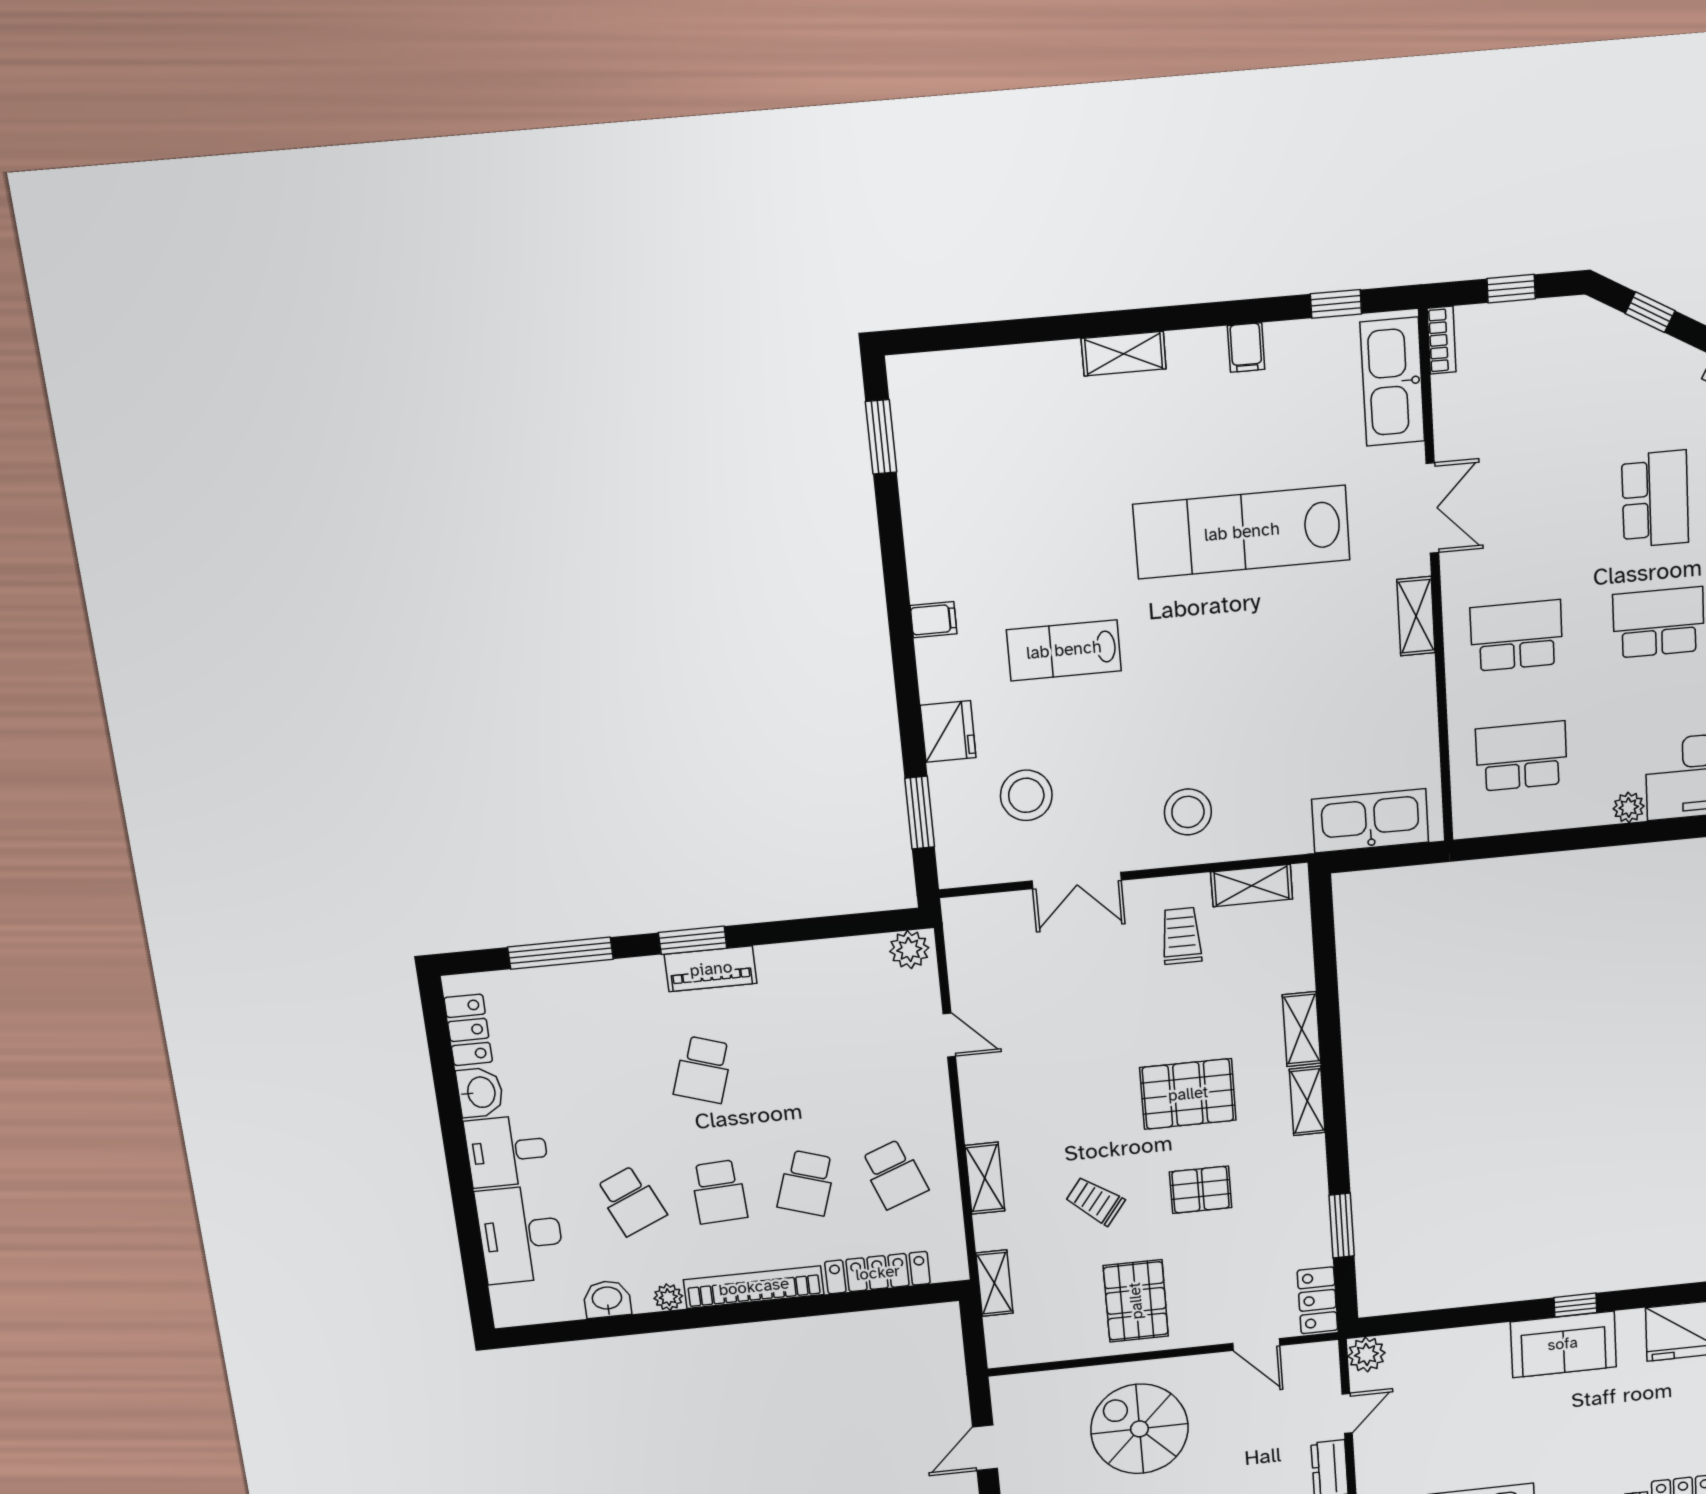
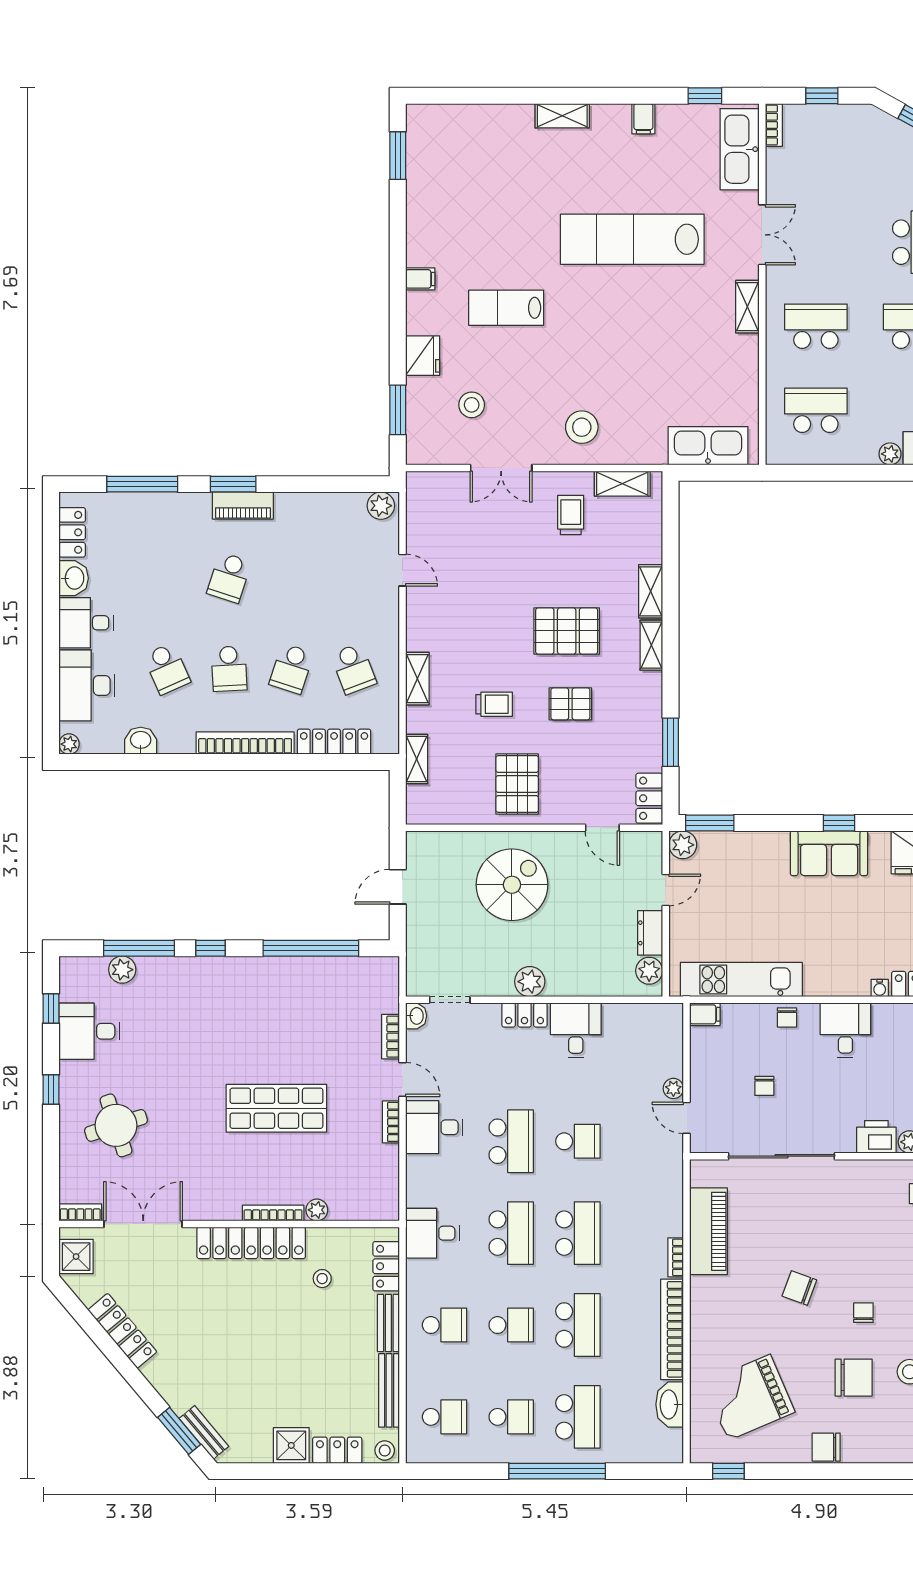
stool: (1026, 795) -> (472, 405), width x0.73, depth x0.73
trolley: (1095, 1201) -> (494, 704), turned 143
plant: (668, 1297) -> (69, 744), moved
window: (1401, 1323) -> (710, 823), added
spiral stairs: (1139, 1429) -> (512, 885), turned 90

